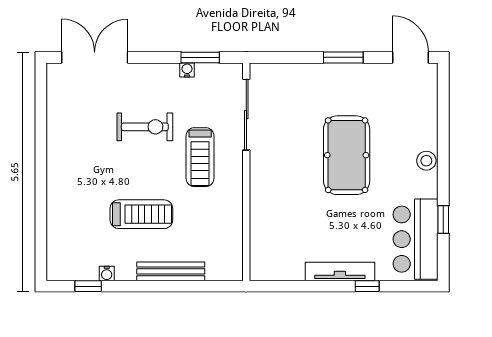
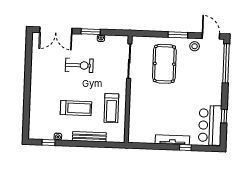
double door: (95, 57) -> (56, 30), swing flipped
window: (200, 57) -> (91, 32), moved
window: (443, 112) -> (226, 63), added
pool table: (347, 155) -> (164, 64), moved
treadmill: (200, 157) -> (111, 108), moved
stool: (426, 161) -> (195, 46), moved

